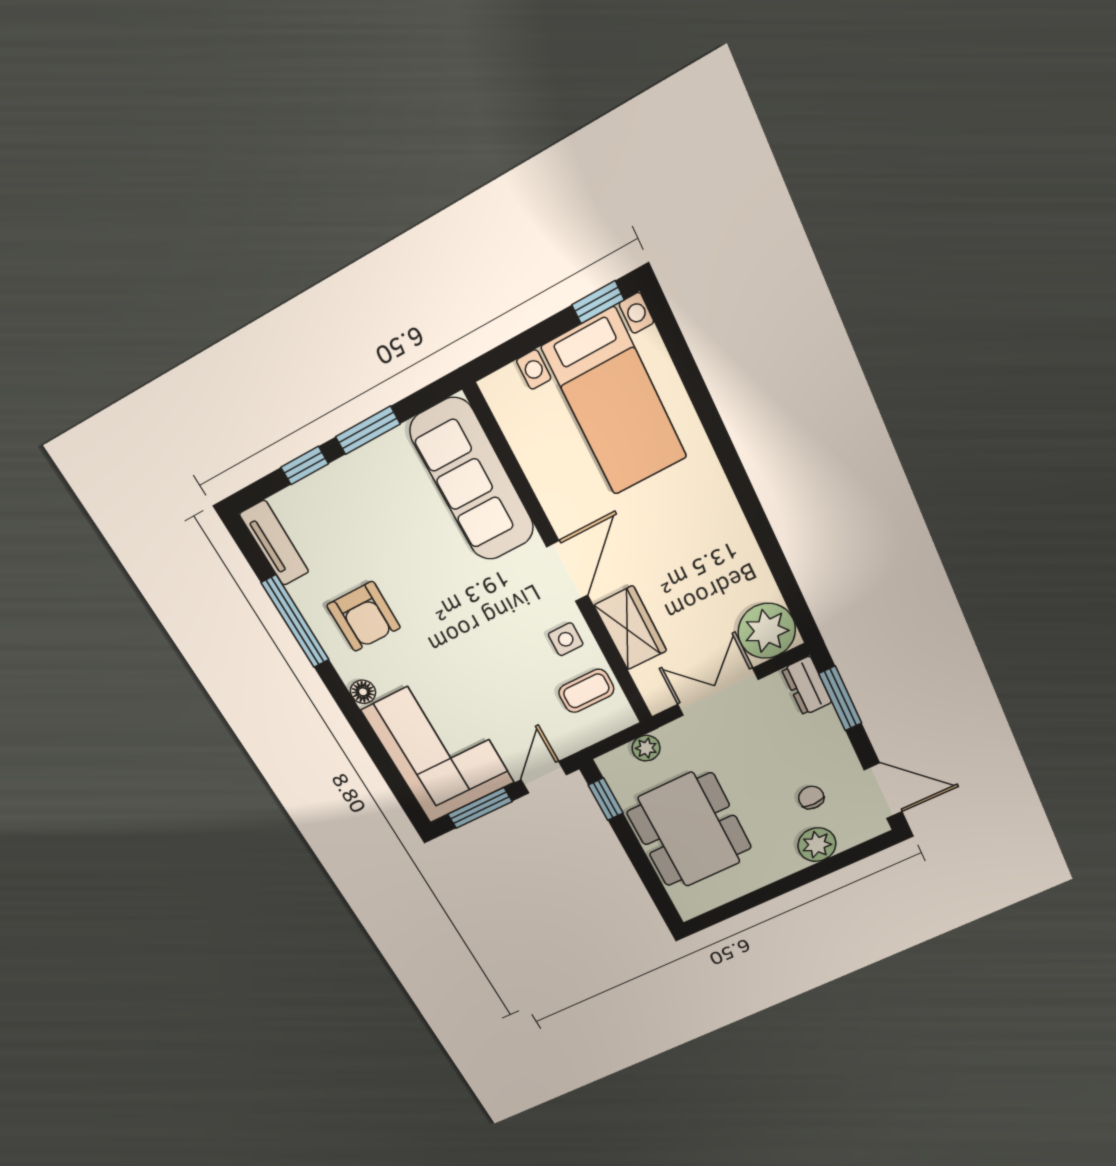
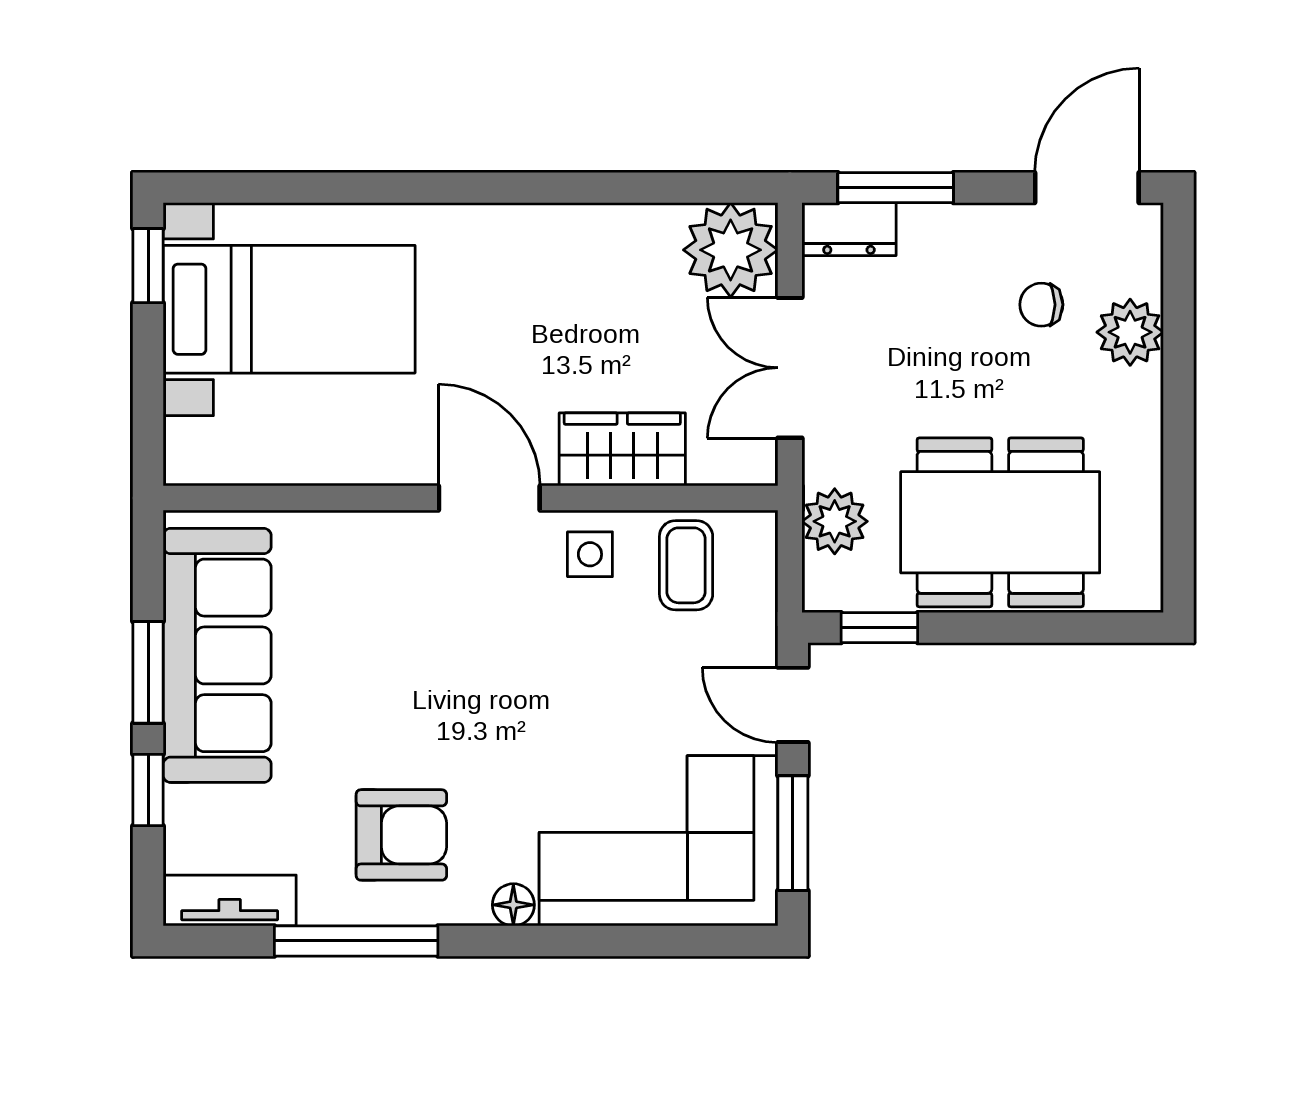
sofa: (472, 480) -> (217, 655), moved, turned -90
plant: (646, 748) -> (835, 521), width x1.38, depth x1.38

